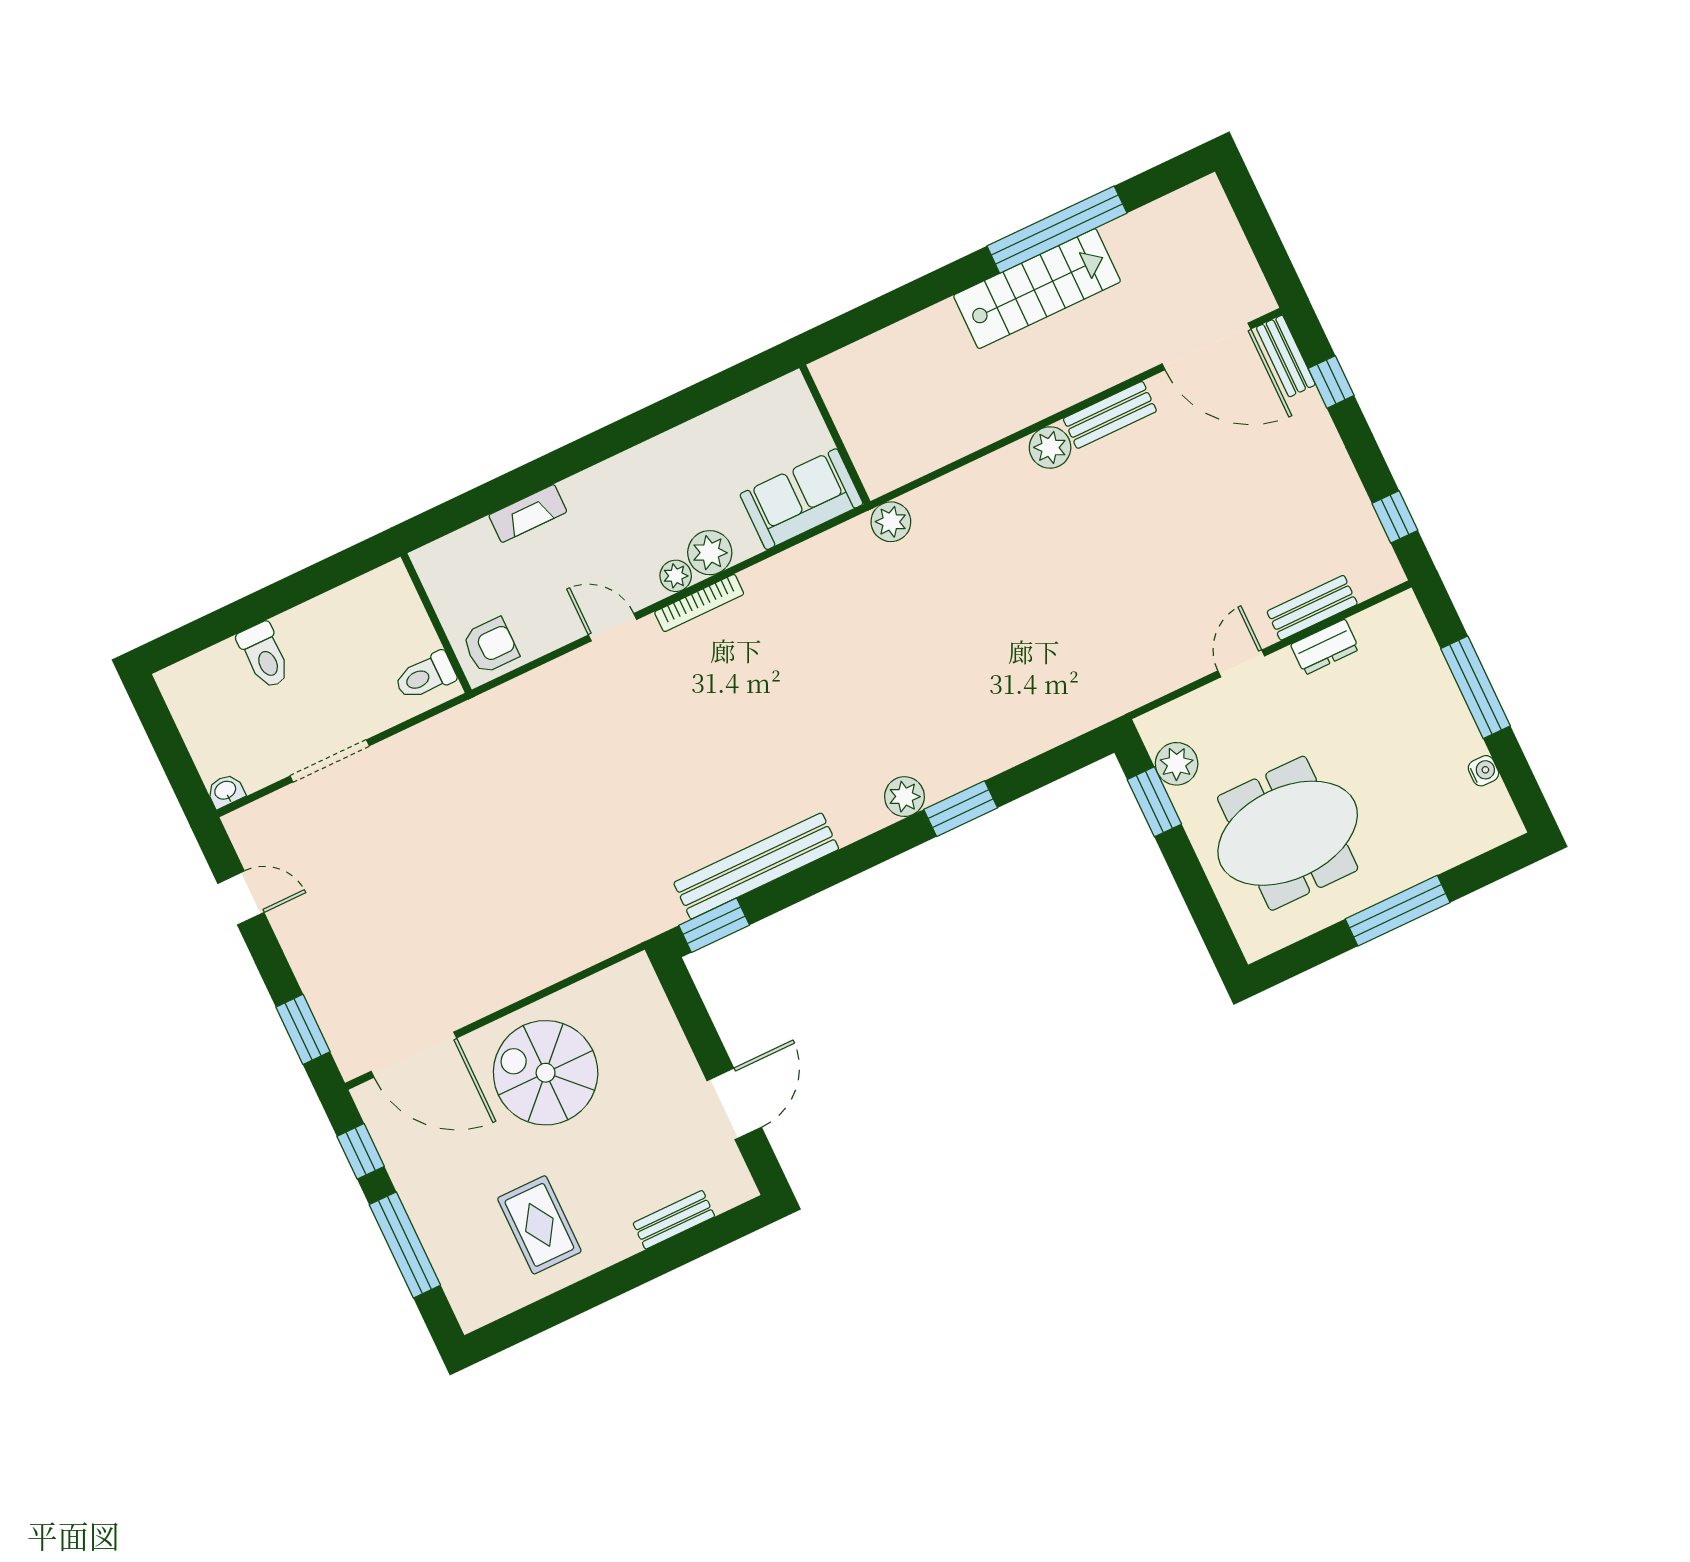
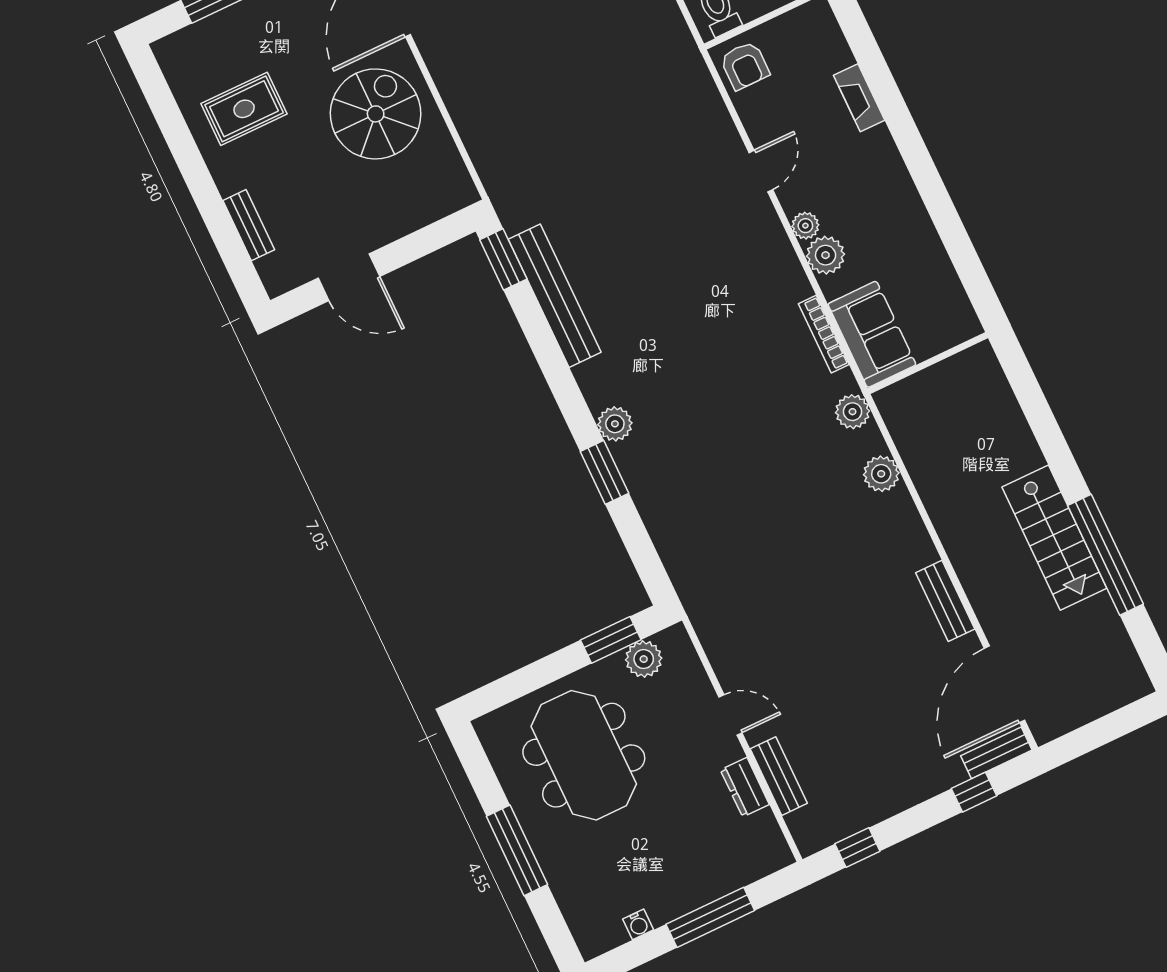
plant: (1050, 447) -> (881, 474), moved
bookcase: (699, 603) -> (824, 334), moved

